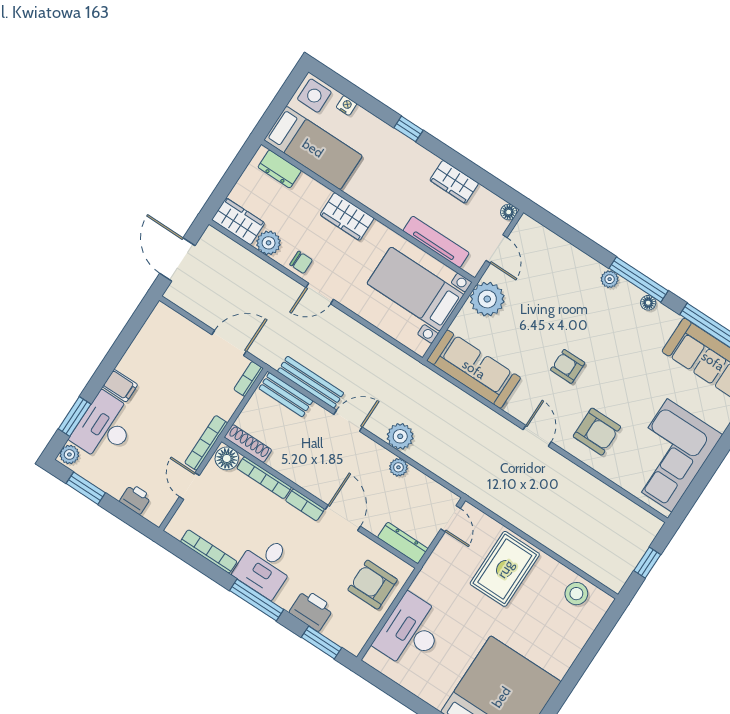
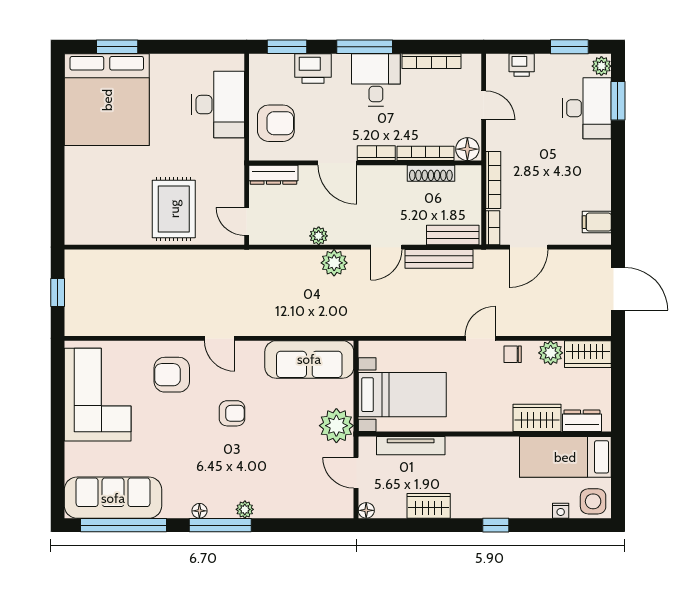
wardrobe: (347, 217) -> (537, 418), moved
filing cabinet: (120, 386) -> (597, 222), moved
bookcase: (206, 443) -> (493, 180), moved
shoe rack: (248, 444) -> (431, 173), moved
stool: (576, 594) -> (100, 228), removed

